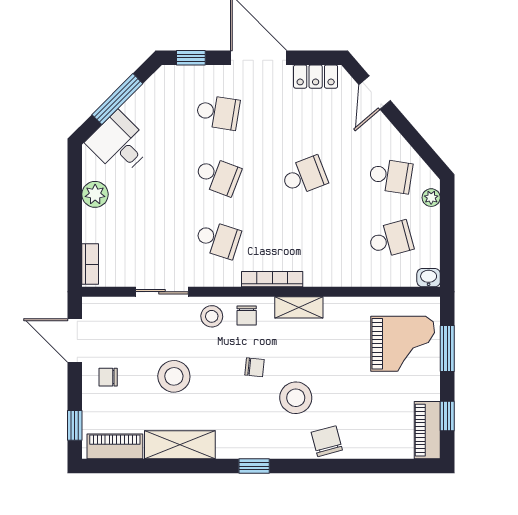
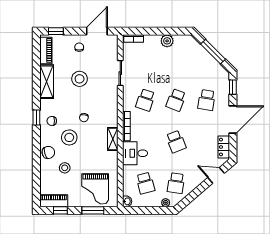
desk: (119, 144) -> (135, 153), moved, turned -135
chair: (247, 315) -> (52, 121), moved
stool: (212, 316) -> (65, 168), moved

